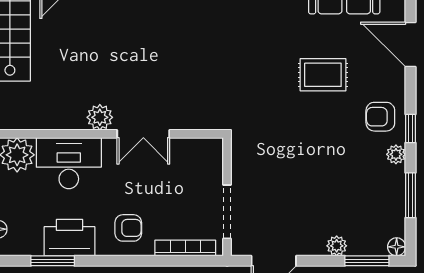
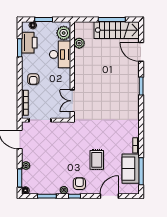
plant: (100, 117) -> (79, 43), moved
double door: (143, 134) -> (72, 101), moved
printer: (69, 238) -> (29, 43), moved

